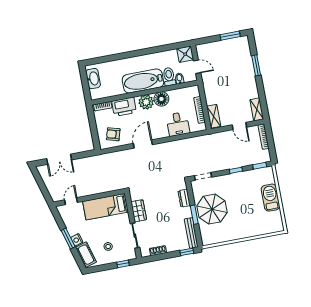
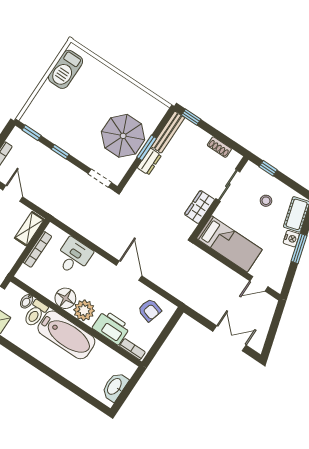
door: (143, 144) -> (129, 271), swing flipped
dresser: (184, 198) -> (149, 162), moved
barbecue: (270, 198) -> (65, 69), moved

